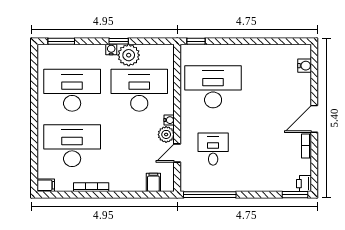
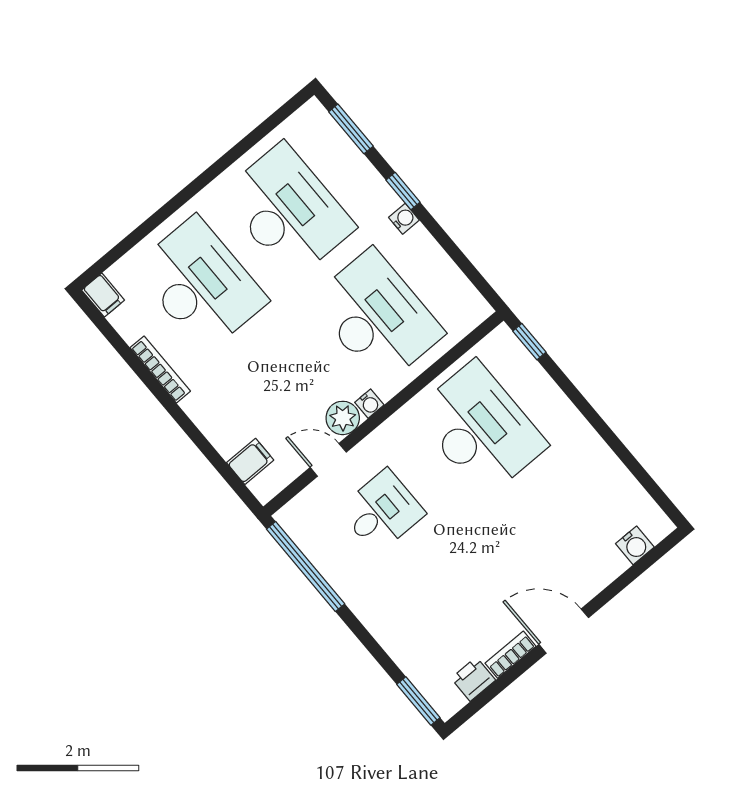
window: (119, 41) -> (403, 191), moved
plant: (129, 55) -> (418, 254), removed
printer: (304, 184) -> (473, 679), moved

